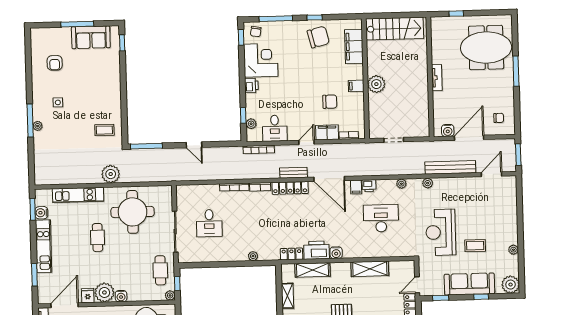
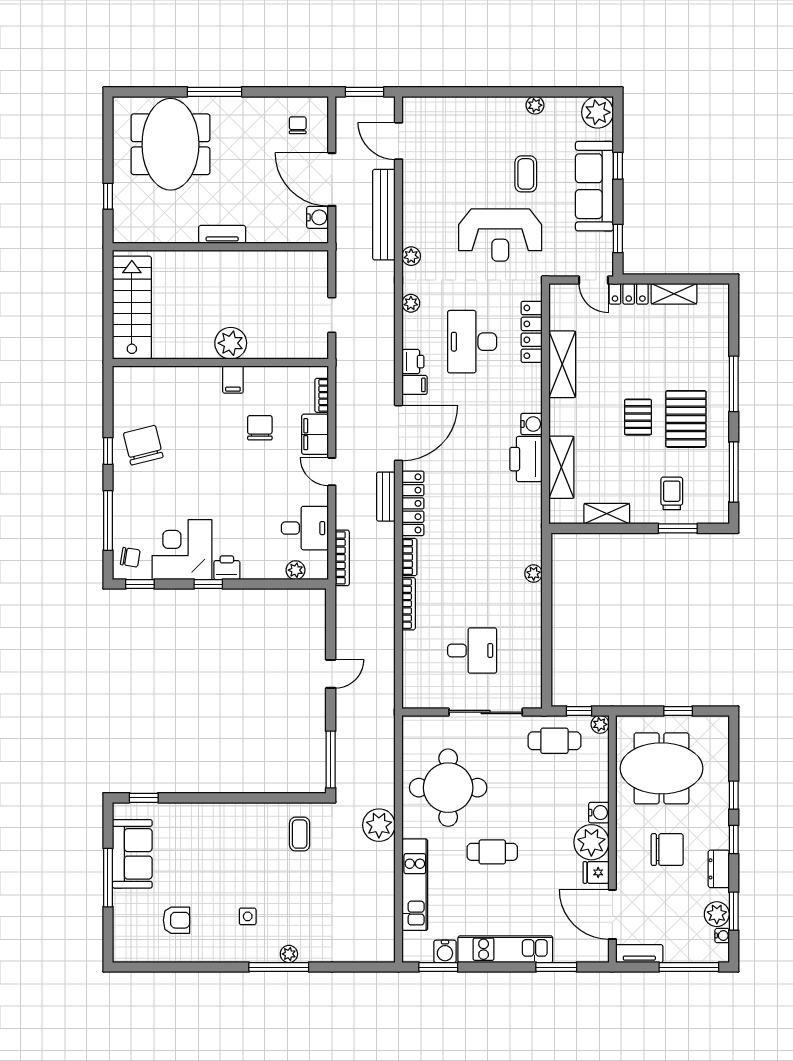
filing cabinet: (354, 46) -> (162, 382), removed
window: (243, 115) -> (208, 584), moved
locker: (291, 254) -> (532, 332), moved, width x1.53

